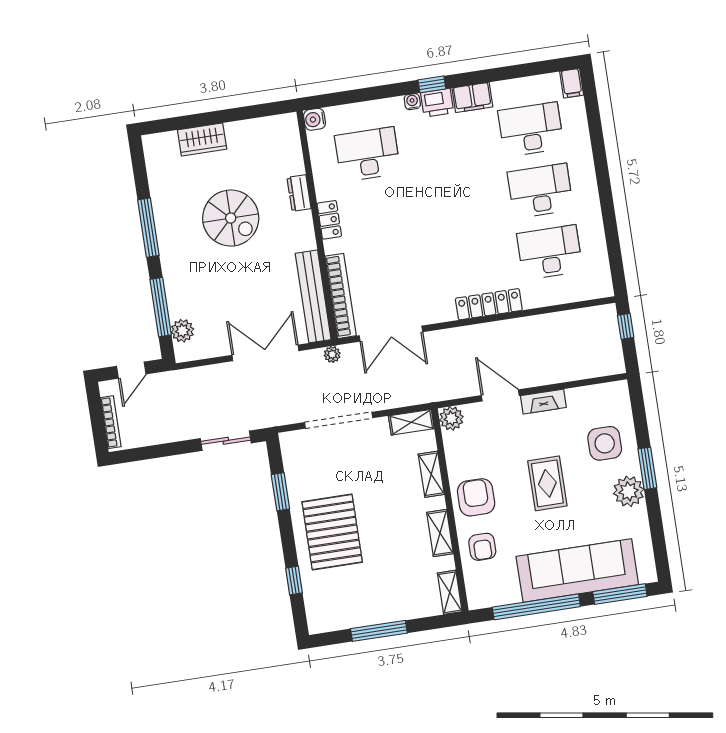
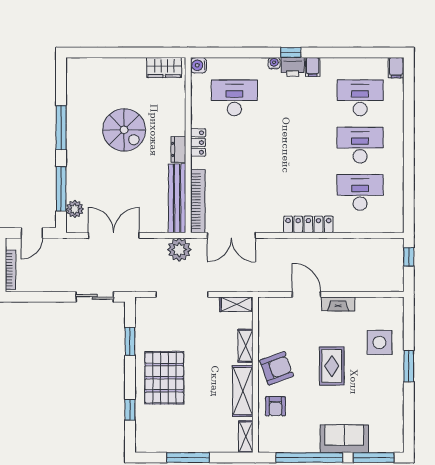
filing cabinet: (472, 97) -> (313, 67), width x0.50
wardrobe: (202, 140) -> (164, 68), moved
dresser: (299, 193) -> (178, 149), moved
double door: (265, 353) -> (114, 235), moved
plant: (332, 354) -> (179, 250), width x1.88, depth x1.88
plant: (451, 418) -> (267, 306), removed
plant: (629, 491) -> (392, 381), removed
armchair: (476, 497) -> (277, 368), turned 70
shelving: (440, 533) -> (243, 391), width x1.50, depth x1.33
sofa: (577, 571) -> (344, 439), width x0.54, depth x0.79

